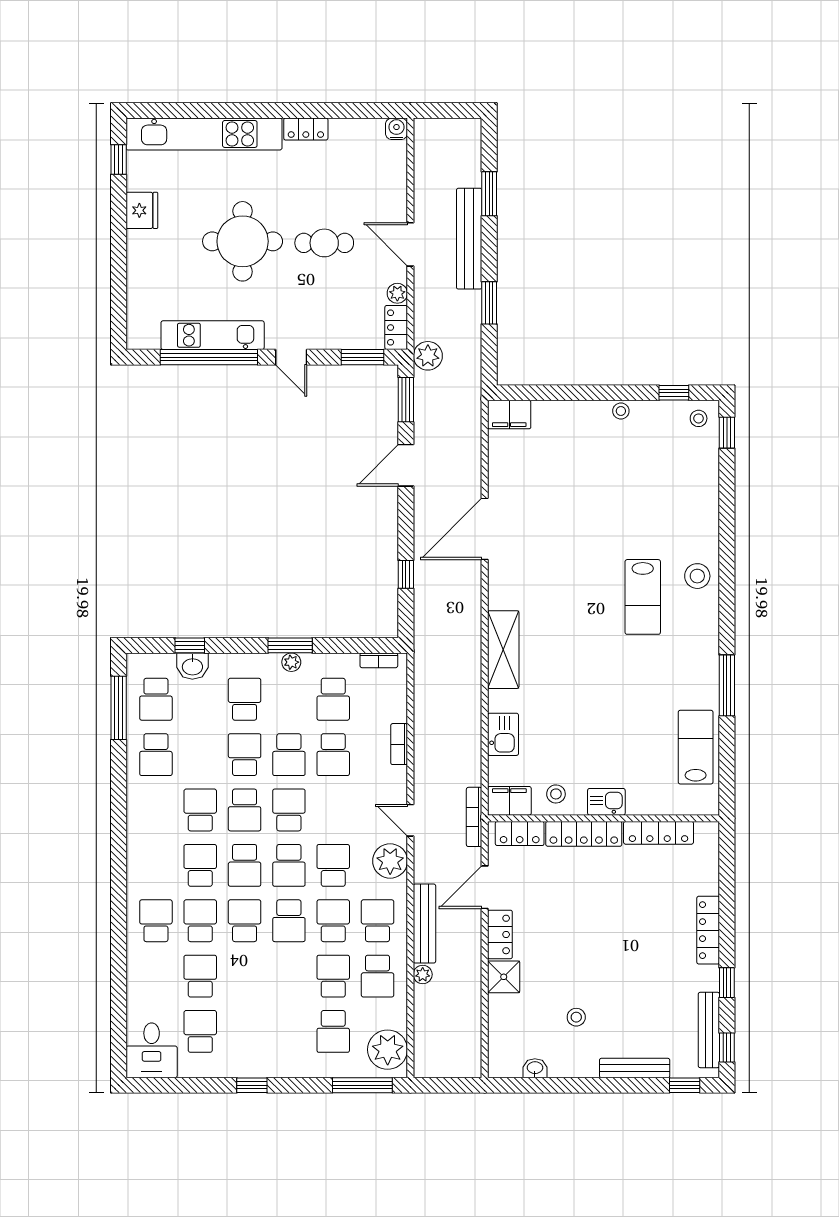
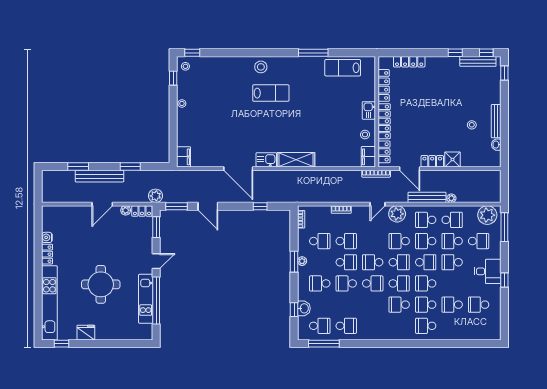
water cooler: (396, 129) -> (47, 237), moved
cafe table: (324, 243) -> (102, 245), removed
kitchen sink: (503, 734) -> (266, 160), moved
school desk: (200, 810) -> (452, 262), moved
locker: (708, 930) -> (409, 62), moved
desk: (152, 1050) -> (488, 271), moved
bench: (635, 1068) -> (496, 121), moved

